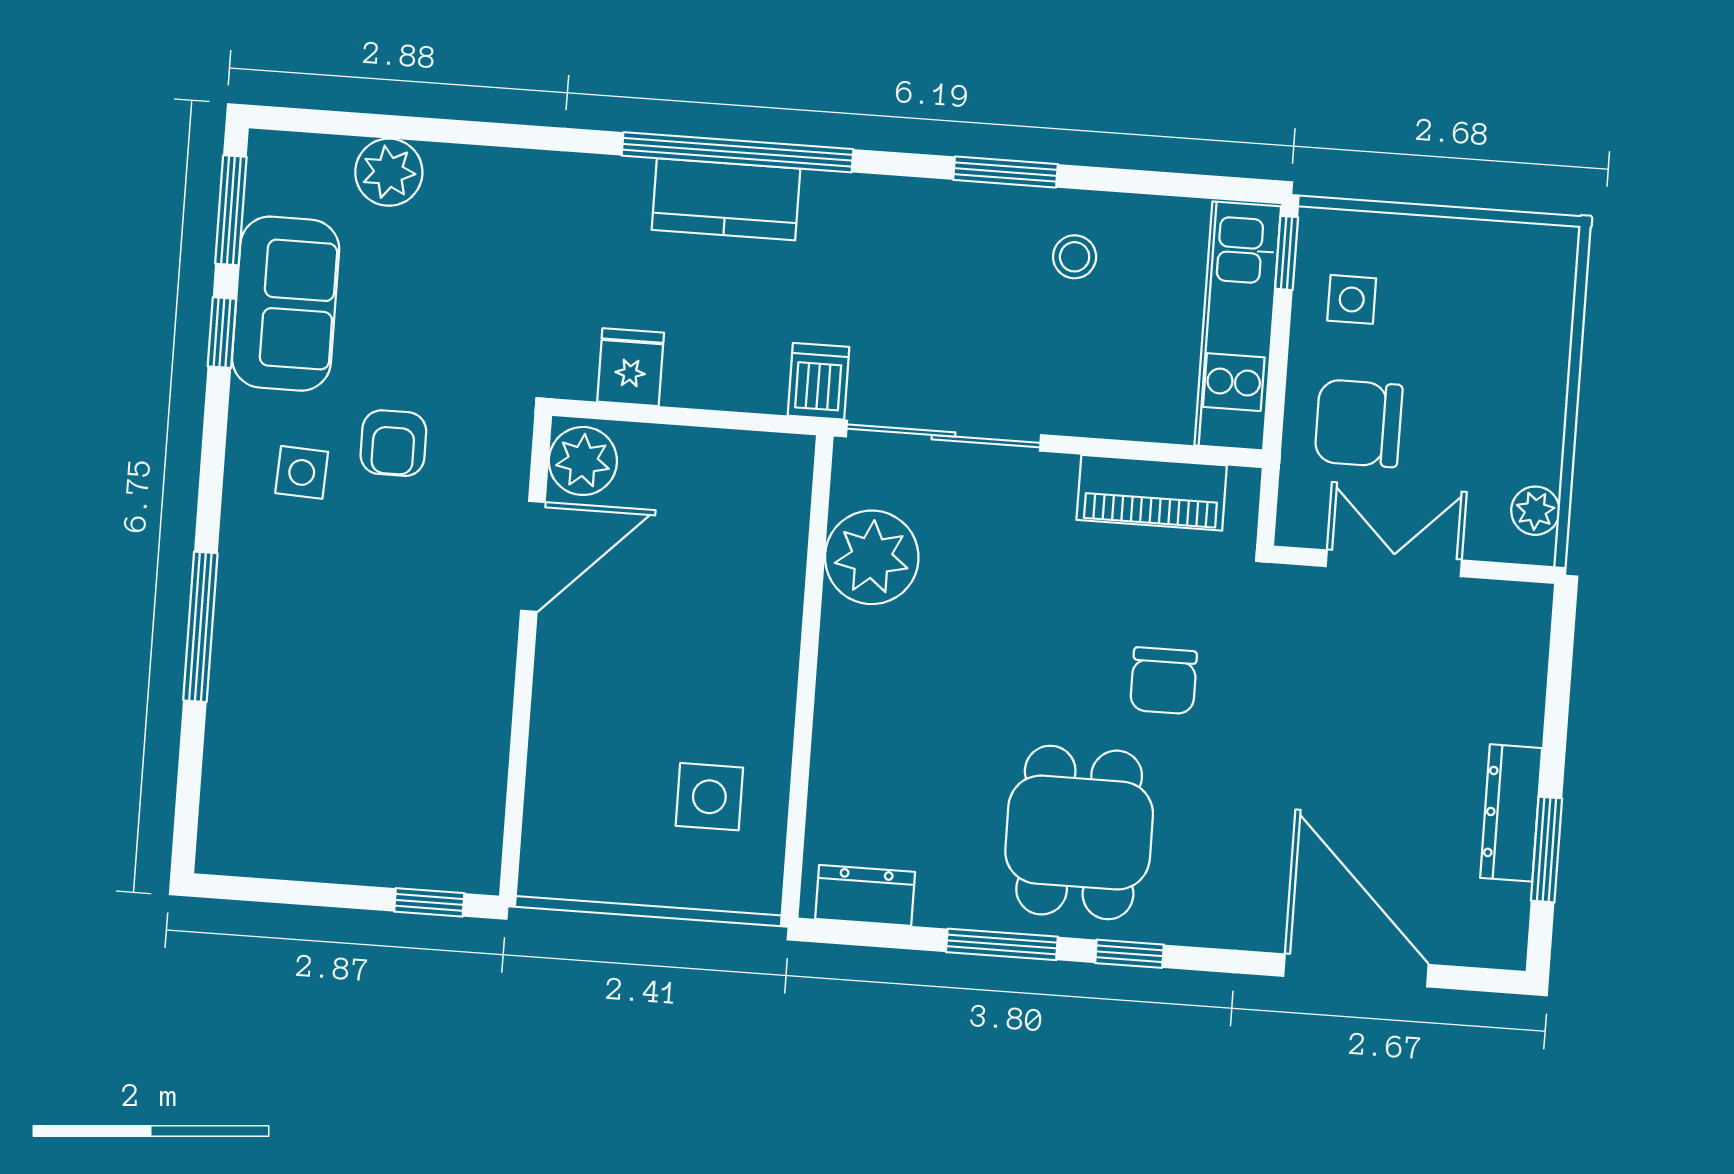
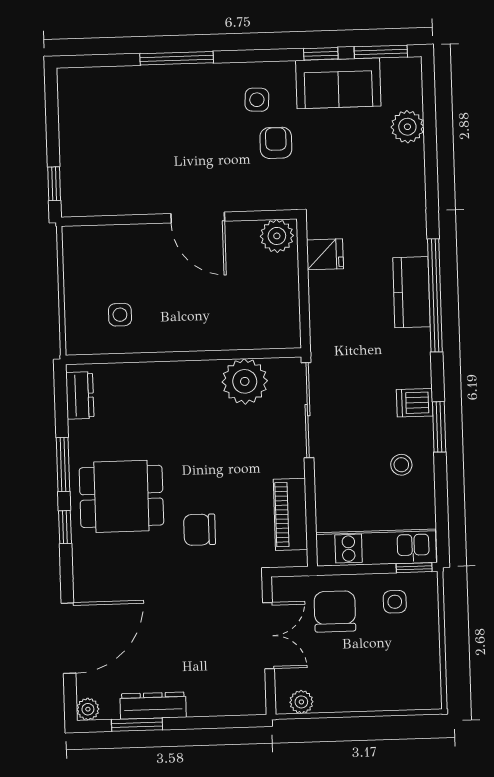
dishwasher: (818, 381) -> (415, 403), moved, turned 180
armchair: (393, 443) -> (276, 143), turned 90
door: (533, 556) -> (198, 217), moved
side table: (709, 797) -> (120, 315), width x0.73, depth x0.73
plant: (1505, 946) -> (88, 709), added

